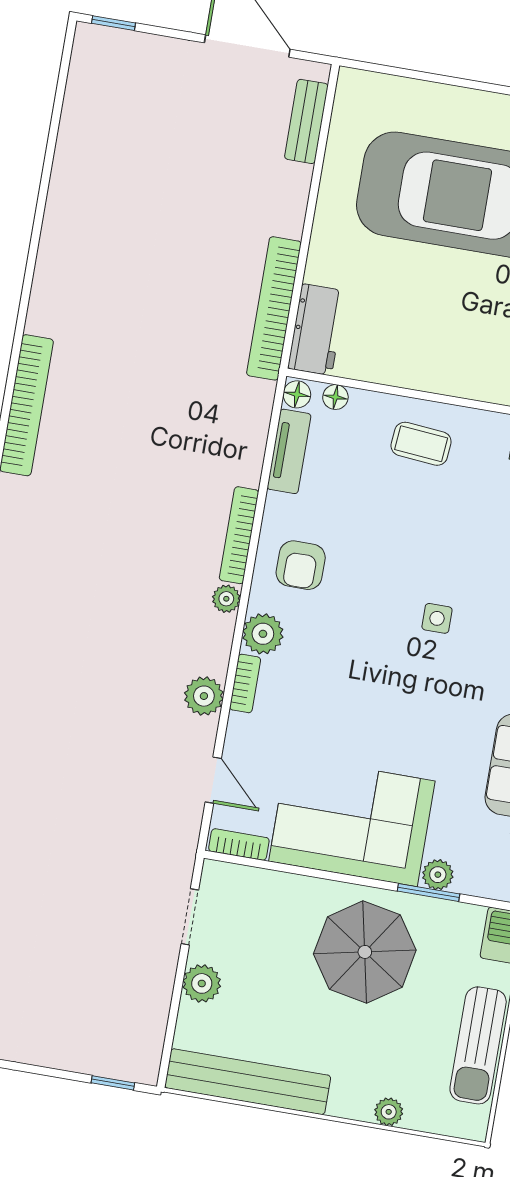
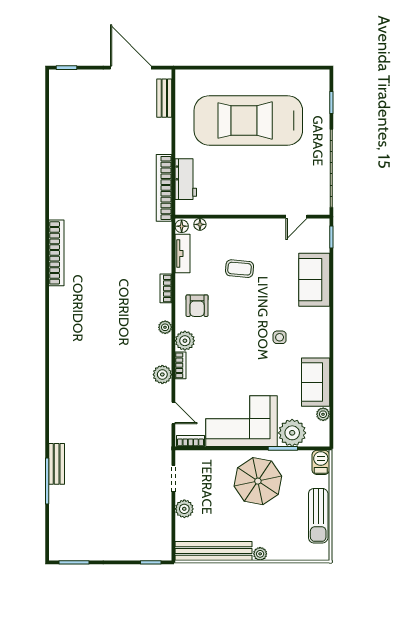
workbench: (317, 330) -> (186, 179), moved
coffee table: (421, 444) -> (240, 269), moved
bookcase: (239, 535) -> (166, 288), width x0.64
side table: (437, 618) -> (280, 337), moved
plant: (438, 875) -> (292, 433), width x1.88, depth x1.88
plant: (389, 1112) -> (260, 554), moved

